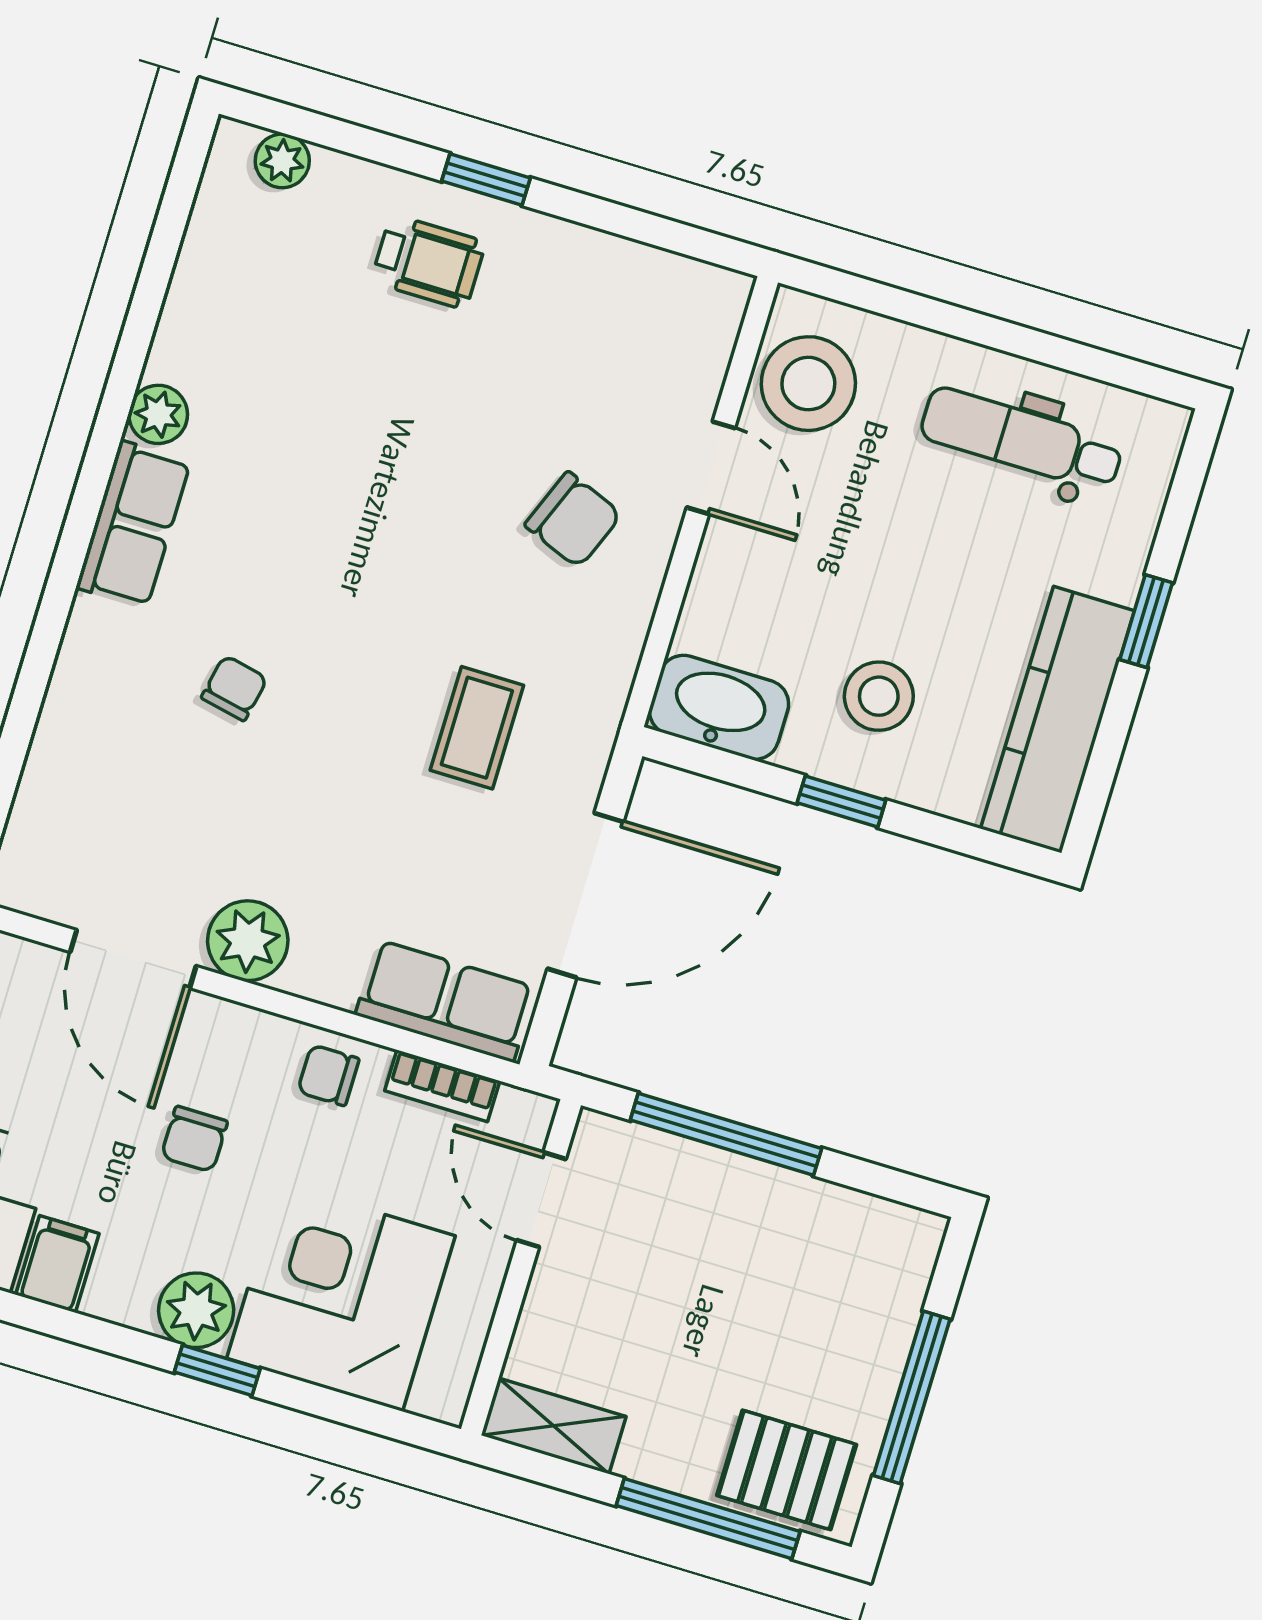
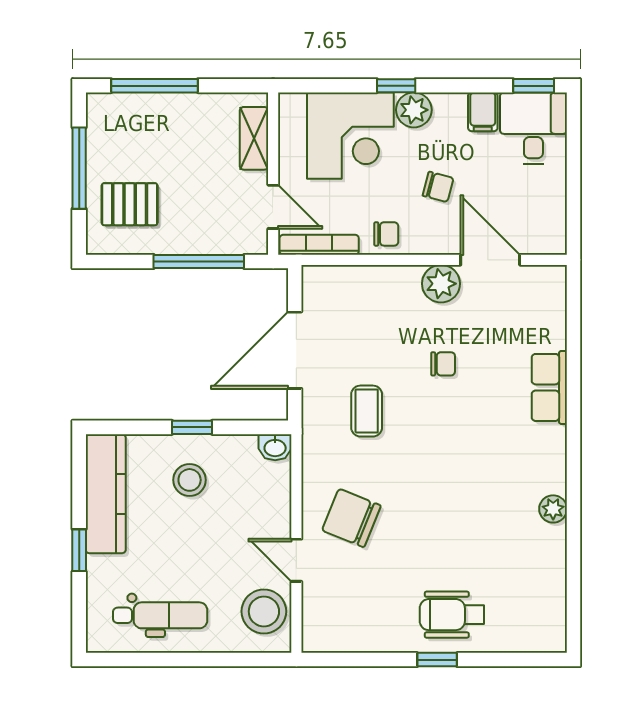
plant: (282, 161) -> (532, 640), removed
wheelchair: (428, 262) -> (452, 615), width x1.36, depth x1.37
chair: (573, 520) -> (351, 518), width x1.37, depth x1.37
row of seats: (133, 524) -> (549, 387), moved
chair: (234, 688) -> (443, 364), moved, turned -102
washbasin: (719, 707) -> (275, 447), width x0.52, depth x0.69
row of seats: (446, 1001) -> (343, 283), removed
bookcase: (442, 1086) -> (319, 245), width x1.56
chair: (194, 1139) -> (438, 187), turned 105
shelving: (554, 1426) -> (254, 138), moved, turned 90
pallet: (787, 1470) -> (130, 204), moved

